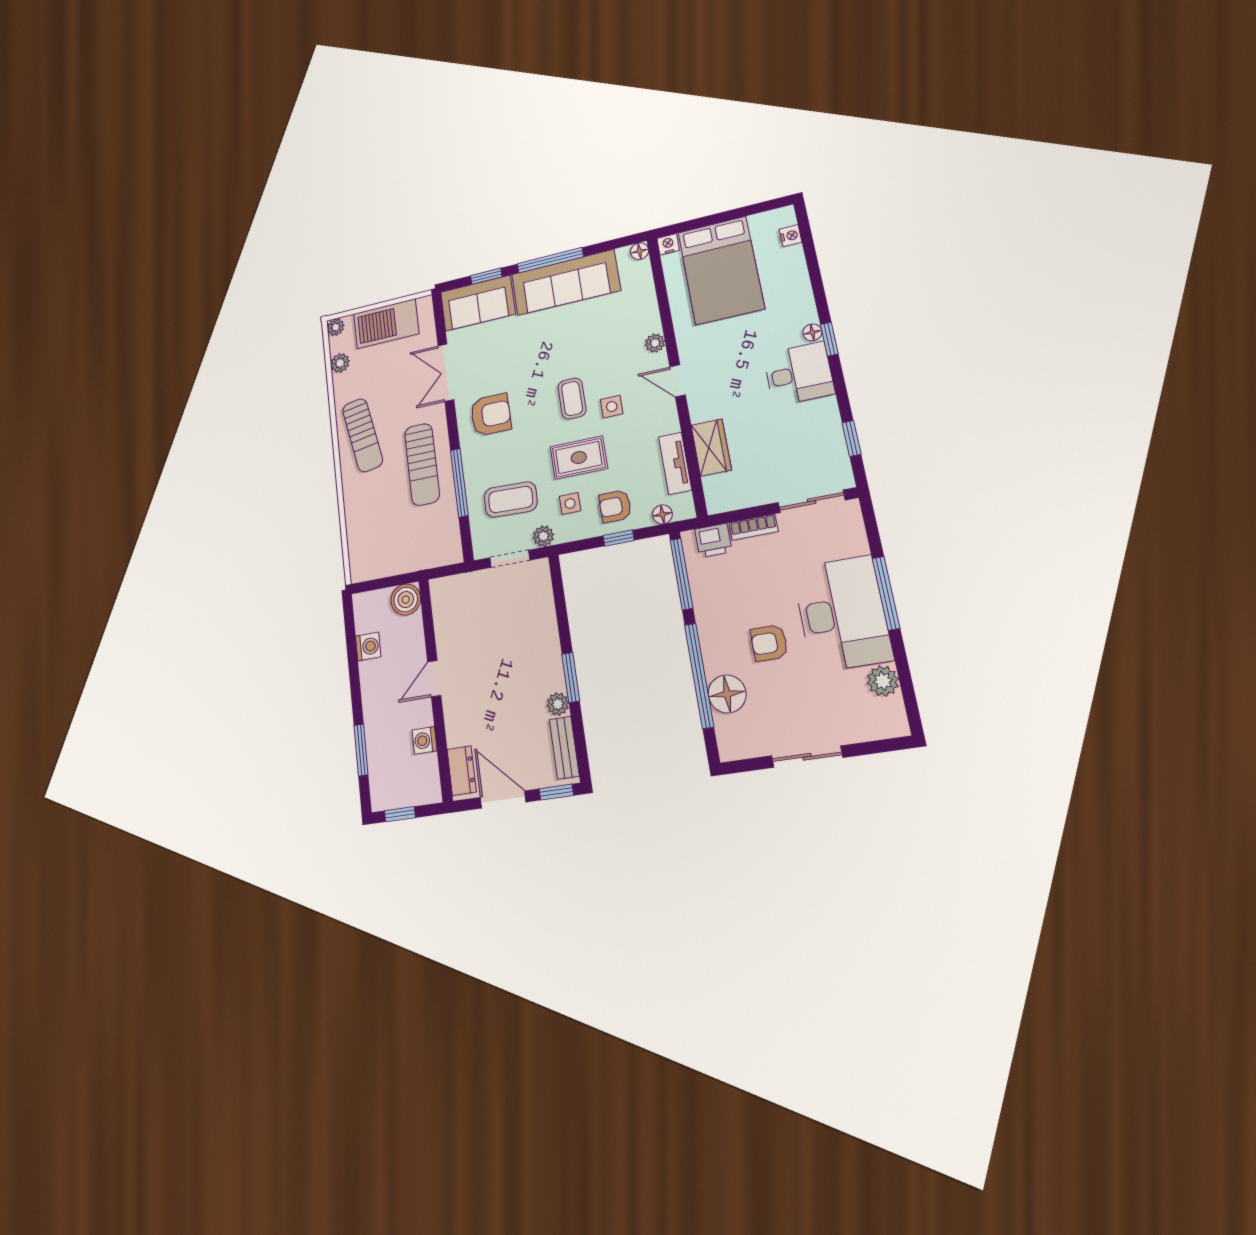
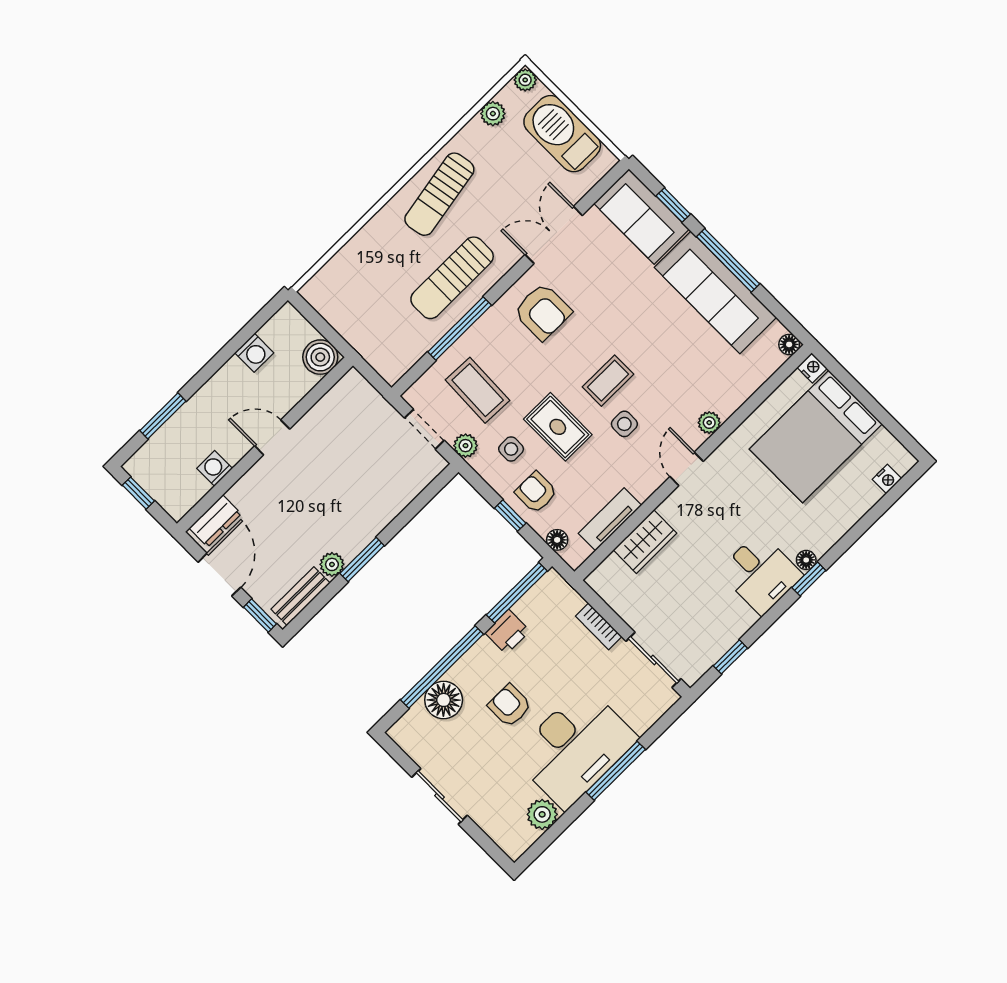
printer: (713, 540) -> (507, 632), moved, turned -90

